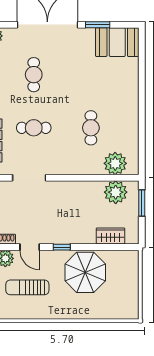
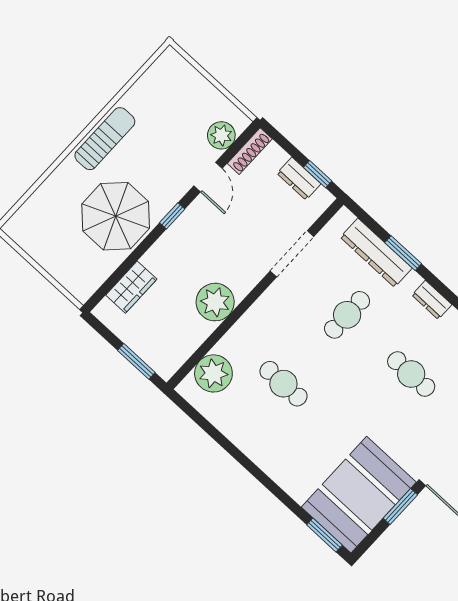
booth: (117, 42) -> (359, 495), width x1.36, depth x1.42
window: (142, 47) -> (324, 535), added
plant: (116, 192) -> (215, 302), moved
door: (30, 247) -> (208, 177), swing flipped
sun lounger: (27, 287) -> (105, 139), moved

